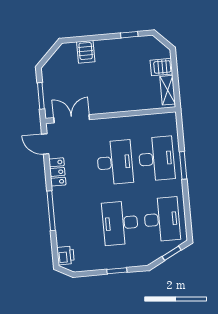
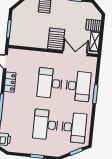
server rack: (112, 97) -> (56, 39), added
double door: (72, 119) -> (75, 53), moved
desk: (115, 162) -> (50, 83), turned 180

